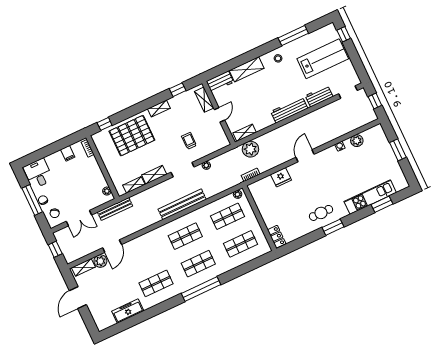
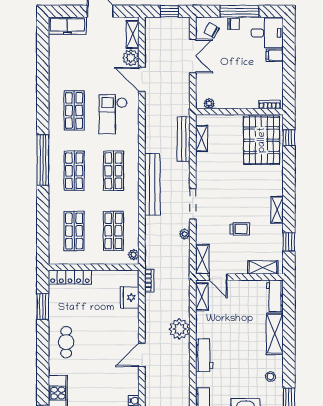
workbench: (289, 110) -> (204, 355), width x0.73
door: (219, 115) -> (218, 277), moved
pallet: (132, 136) -> (262, 140), moved
trolley: (189, 141) -> (240, 229), moved
plant: (250, 149) -> (179, 329), moved
filing cabinet: (68, 153) -> (275, 55), moved
door: (305, 156) -> (142, 355), swing flipped
shelving: (154, 175) -> (202, 259), moved
fridge: (281, 177) -> (130, 298), moved
bench: (115, 209) -> (184, 139), moved
double door: (79, 218) -> (193, 56), swing flipped
window: (333, 227) -> (43, 307), moved
locker: (277, 237) -> (70, 277), width x1.53
checkout: (146, 255) -> (113, 114), added
freezer: (128, 311) -> (67, 26), moved, turned 90

